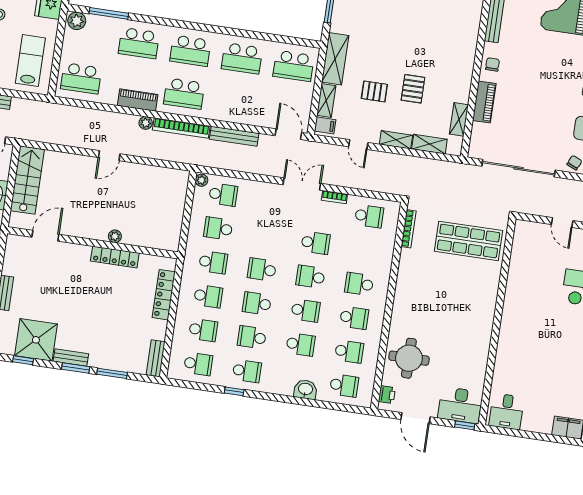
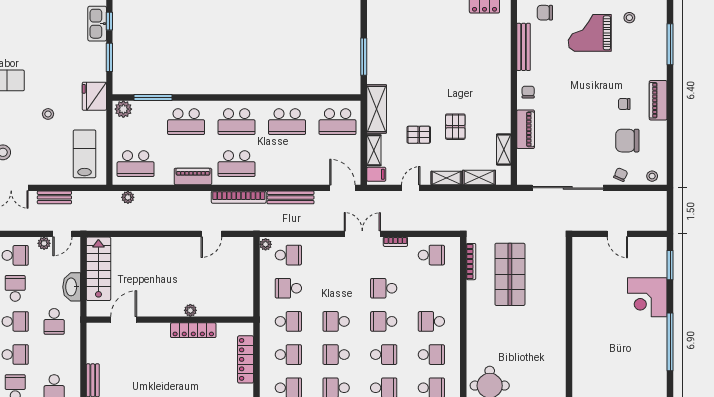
plant: (146, 123) -> (128, 197), moved
door: (358, 145) -> (411, 188), swing flipped
door: (109, 156) -> (211, 234), moved
shop shelf: (469, 241) -> (510, 274), moved, turned 90
school desk: (315, 243) -> (384, 288), turned 180

